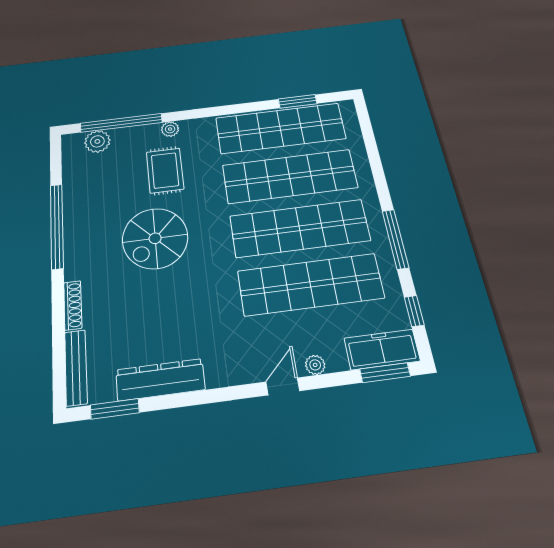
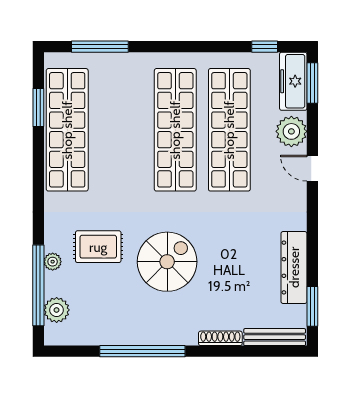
plant: (170, 129) -> (53, 262), moved
shop shelf: (290, 176) -> (121, 130), removed
spiral stairs: (155, 238) -> (167, 262), turned -90
window: (395, 239) -> (100, 47), moved
plant: (315, 365) -> (291, 131), width x1.88, depth x1.88

